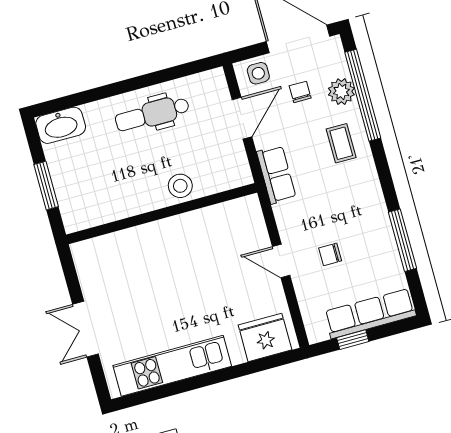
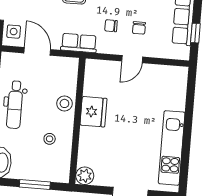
chair: (300, 92) -> (111, 26), moved
stool: (121, 183) -> (50, 139), added
plant: (86, 254) -> (85, 176), added
fridge: (265, 337) -> (93, 112), moved, turned 180

